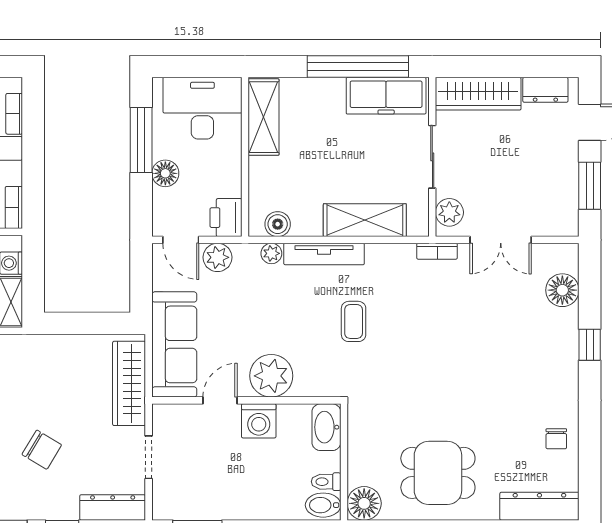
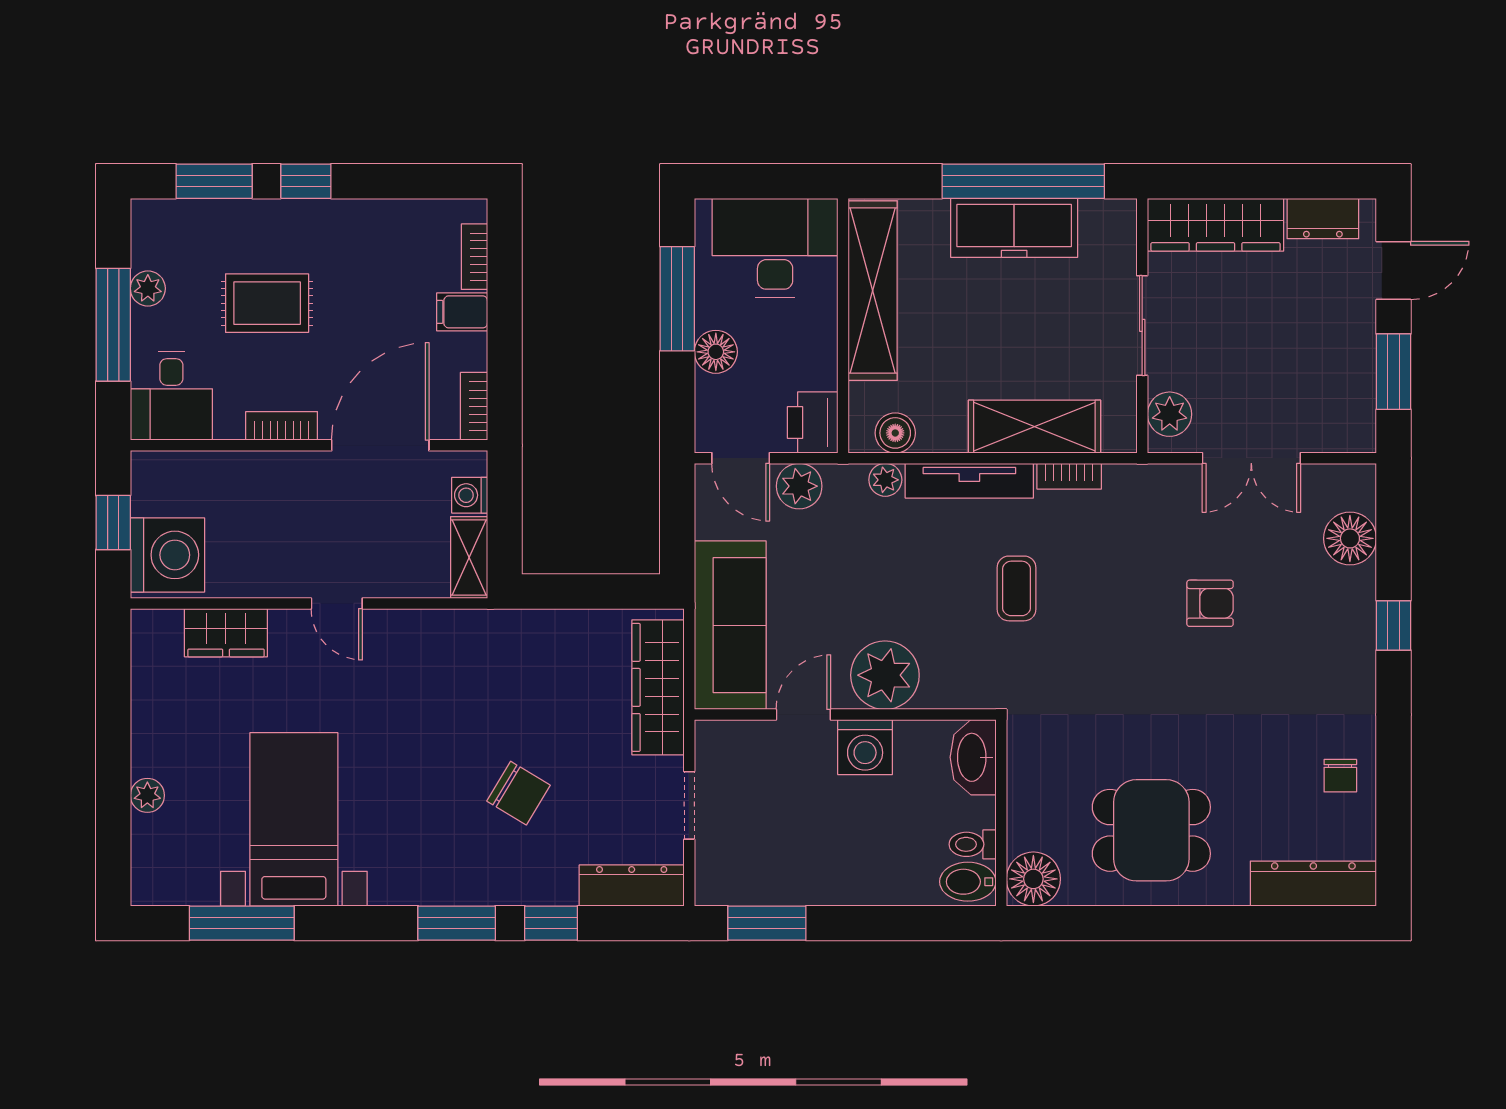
freezer: (386, 96) -> (1014, 228), moved
shelving: (264, 117) -> (873, 291), width x1.47
bookcase: (437, 251) -> (1069, 476), moved
armchair: (475, 331) -> (1210, 603), added

